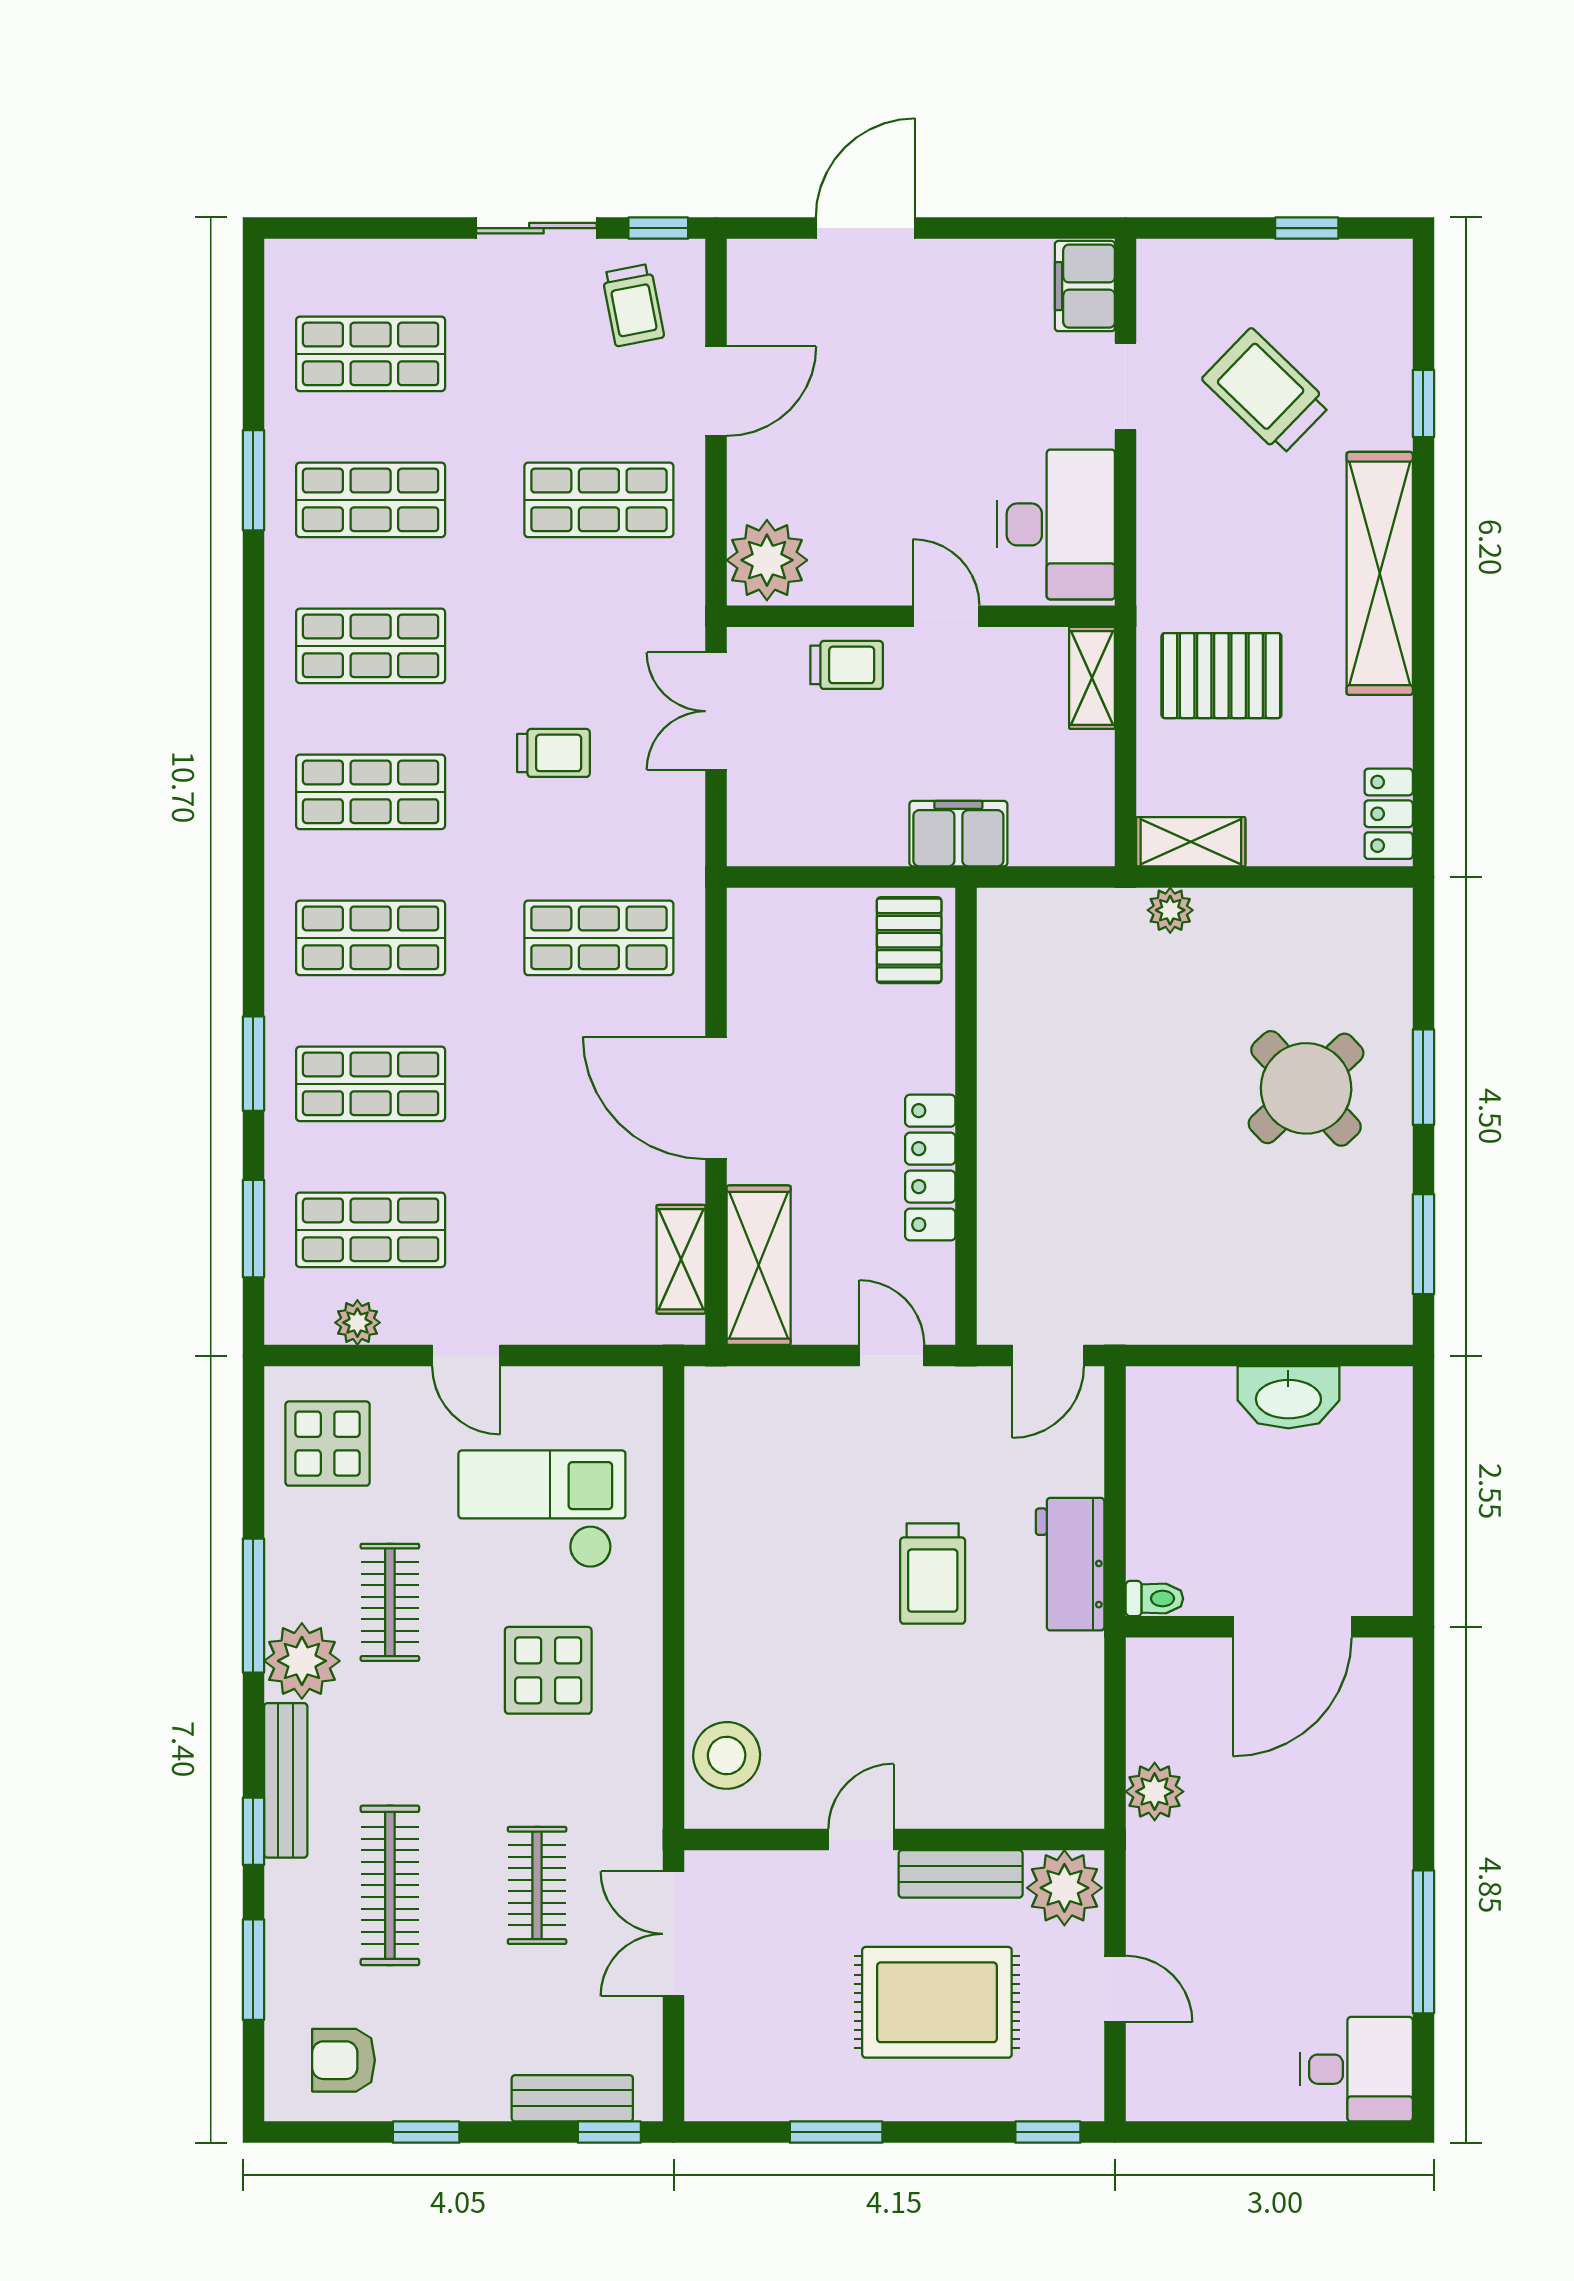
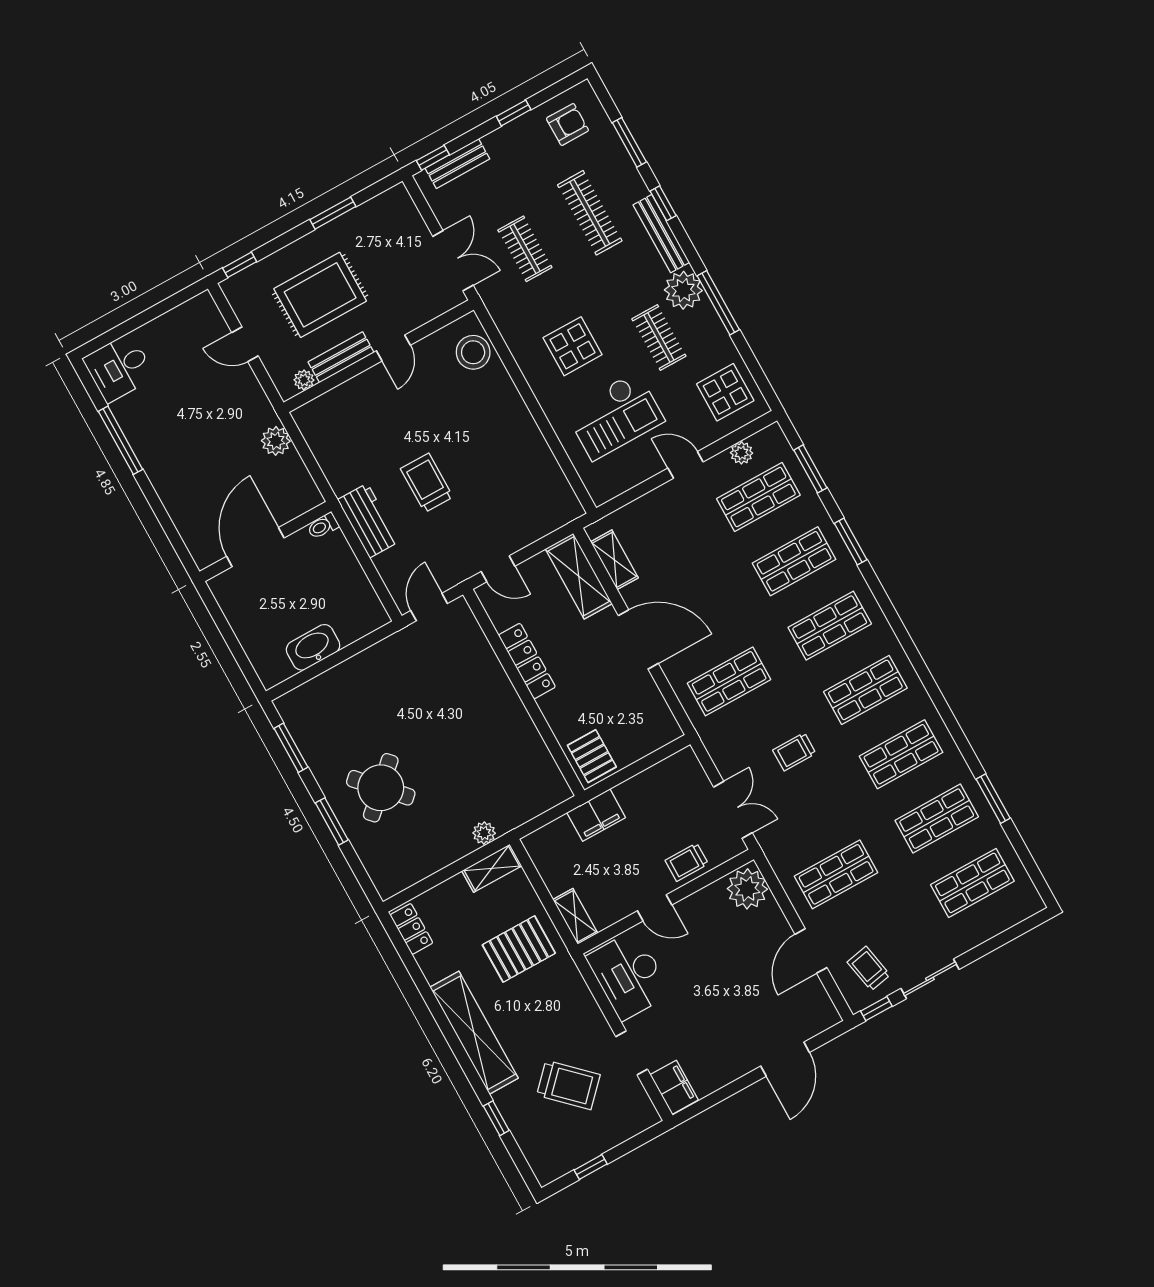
plant: (1064, 1888) -> (304, 380), width x0.53, depth x0.53

